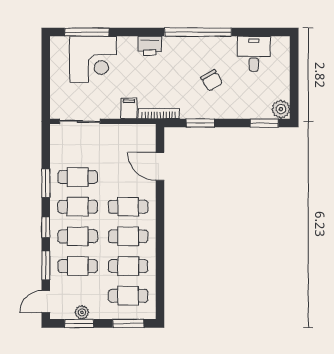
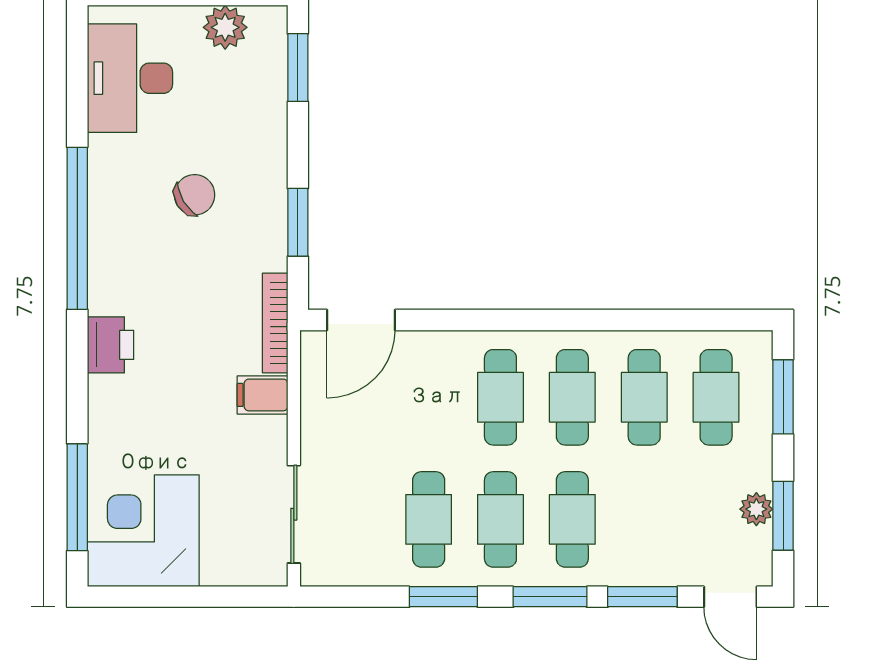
desk: (254, 54) -> (130, 78), width x1.37
corner desk: (93, 59) -> (143, 531), moved, turned -90
plant: (281, 109) -> (225, 27), moved
door: (160, 166) -> (361, 320), moved
window: (46, 227) -> (550, 597), width x1.50
cafe table: (78, 266) -> (644, 519), removed

